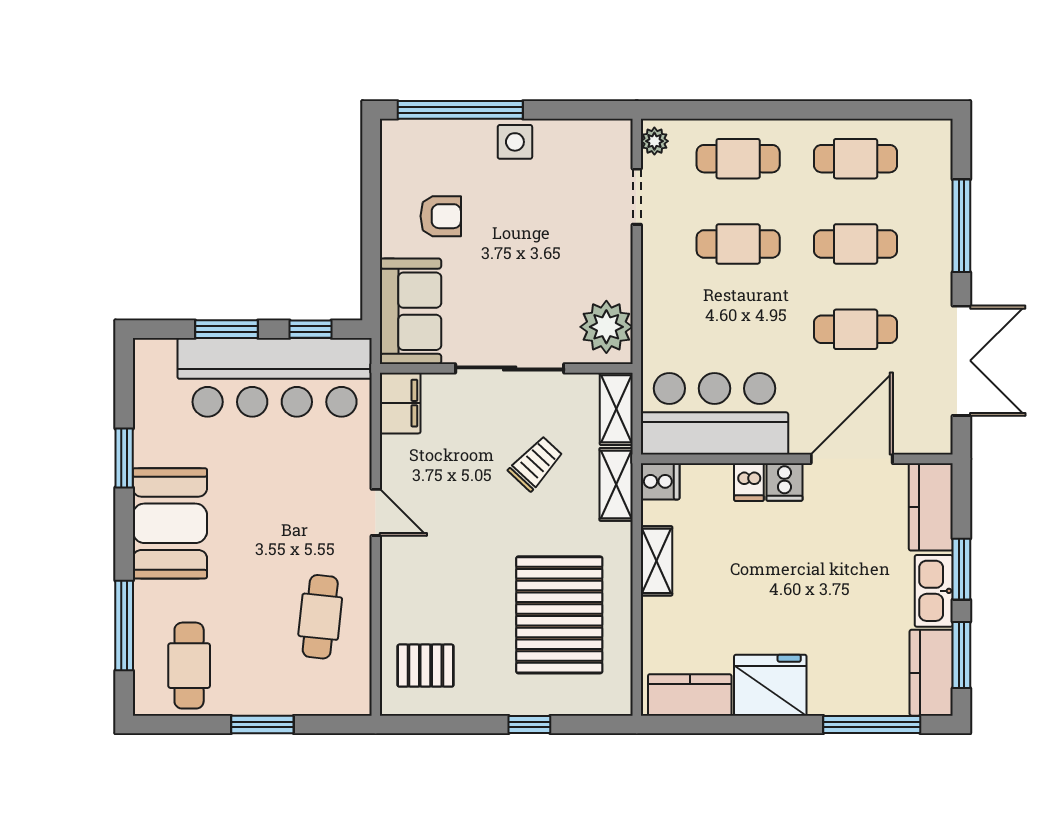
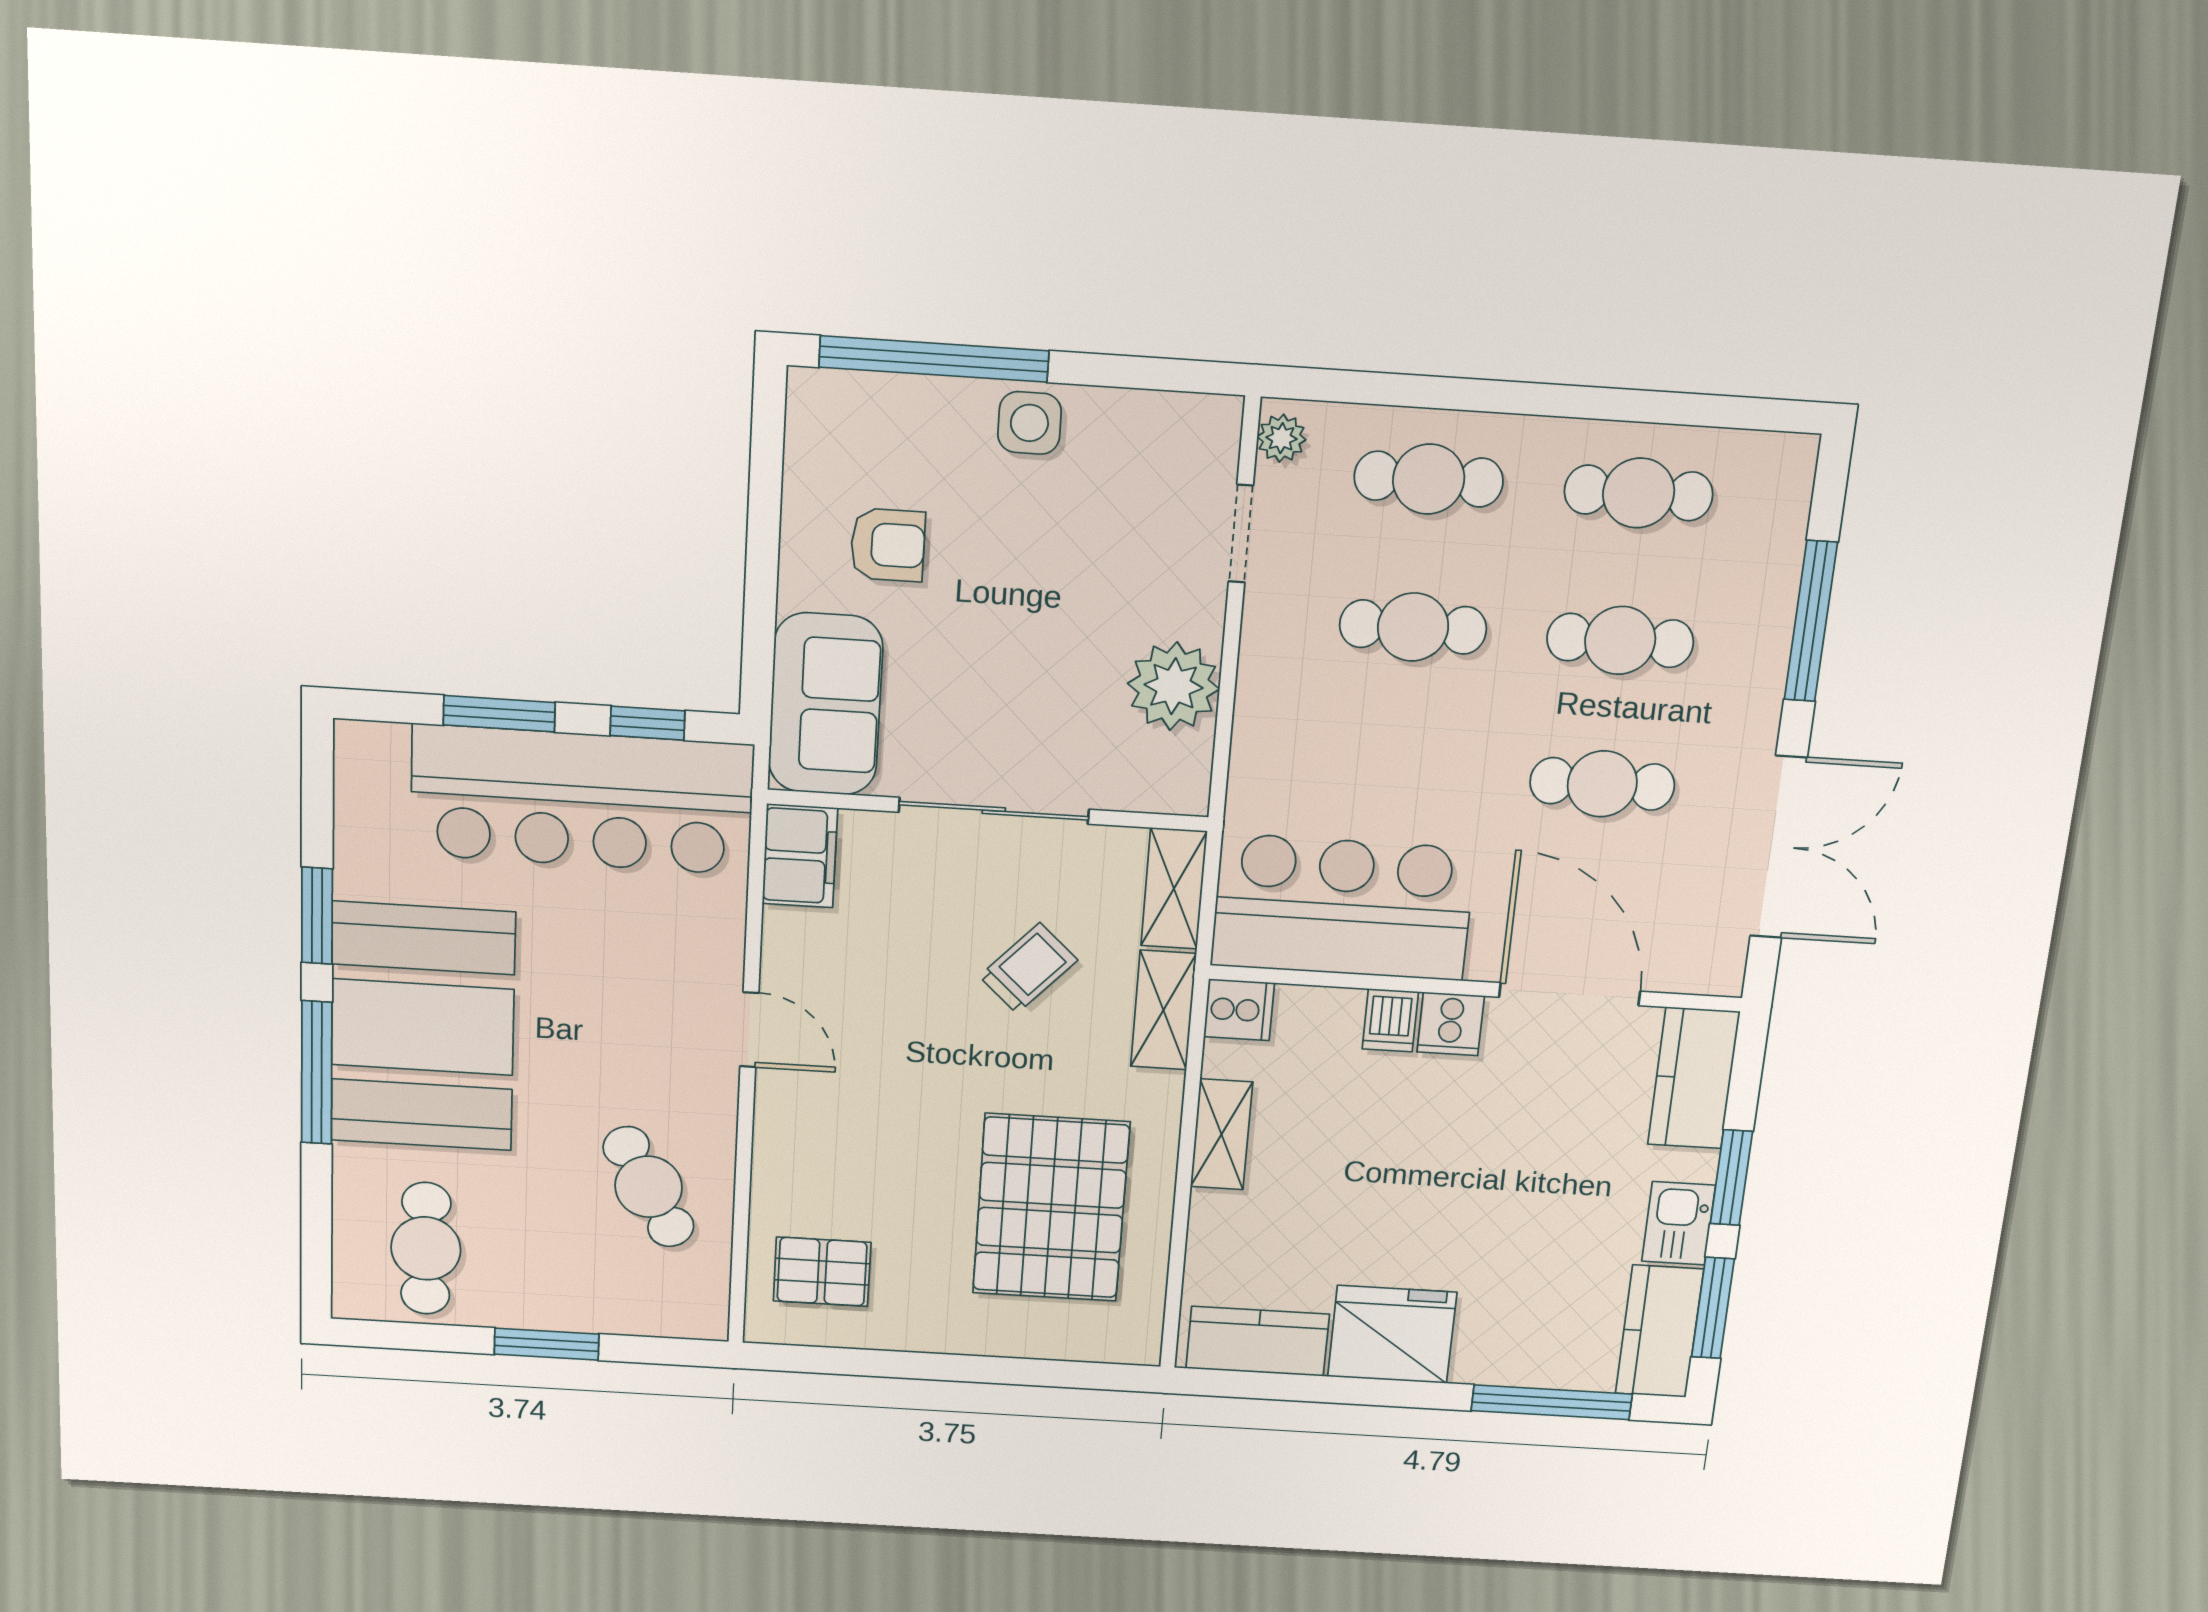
plant: (606, 327) -> (1174, 686), moved
door: (852, 459) -> (1570, 994), hinge flipped
booth: (170, 523) -> (423, 1027), width x1.36, depth x1.42
kitchen sink: (934, 591) -> (1679, 1223), width x0.73
cafe table: (320, 617) -> (649, 1187), turned -35
window: (124, 626) -> (317, 1073), moved
window: (529, 724) -> (989, 1370), removed

